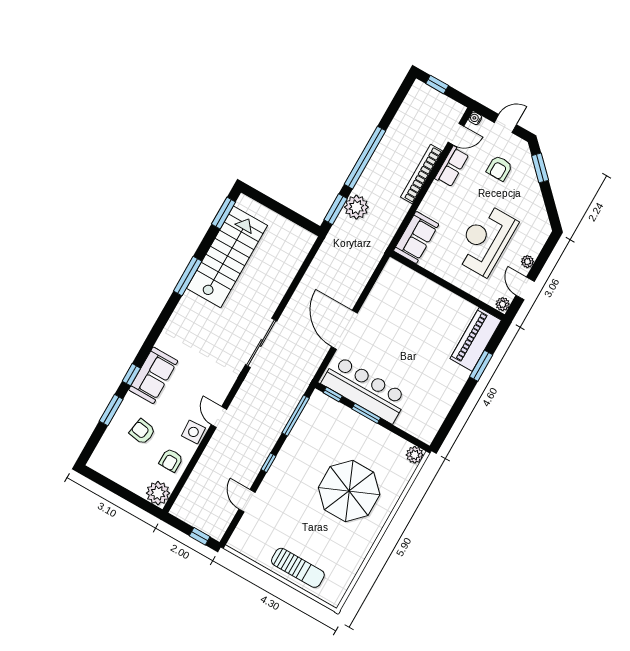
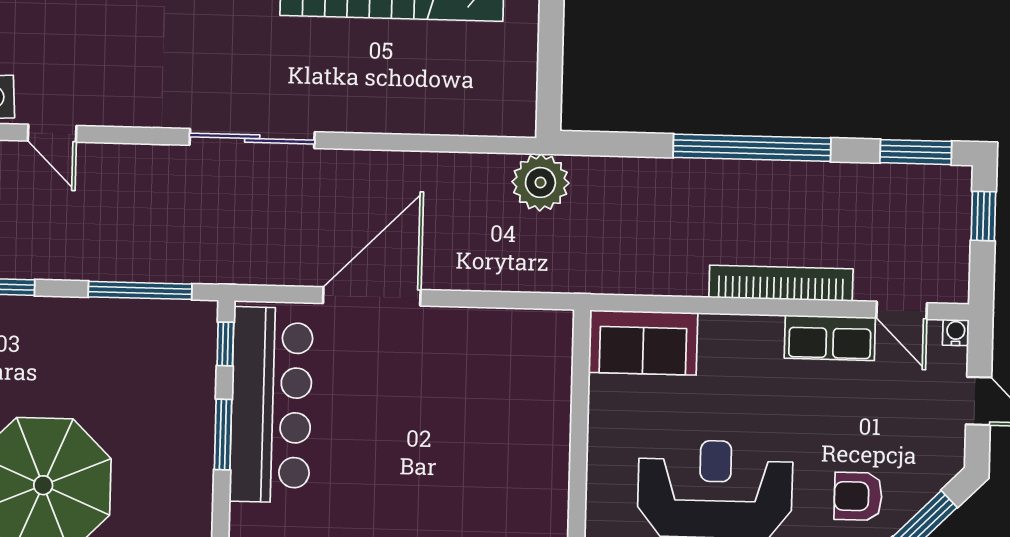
armchair: (499, 168) -> (858, 496), moved
plant: (356, 207) -> (540, 182), moved
window: (336, 209) -> (916, 152), moved
door: (219, 417) -> (52, 133), swing flipped

